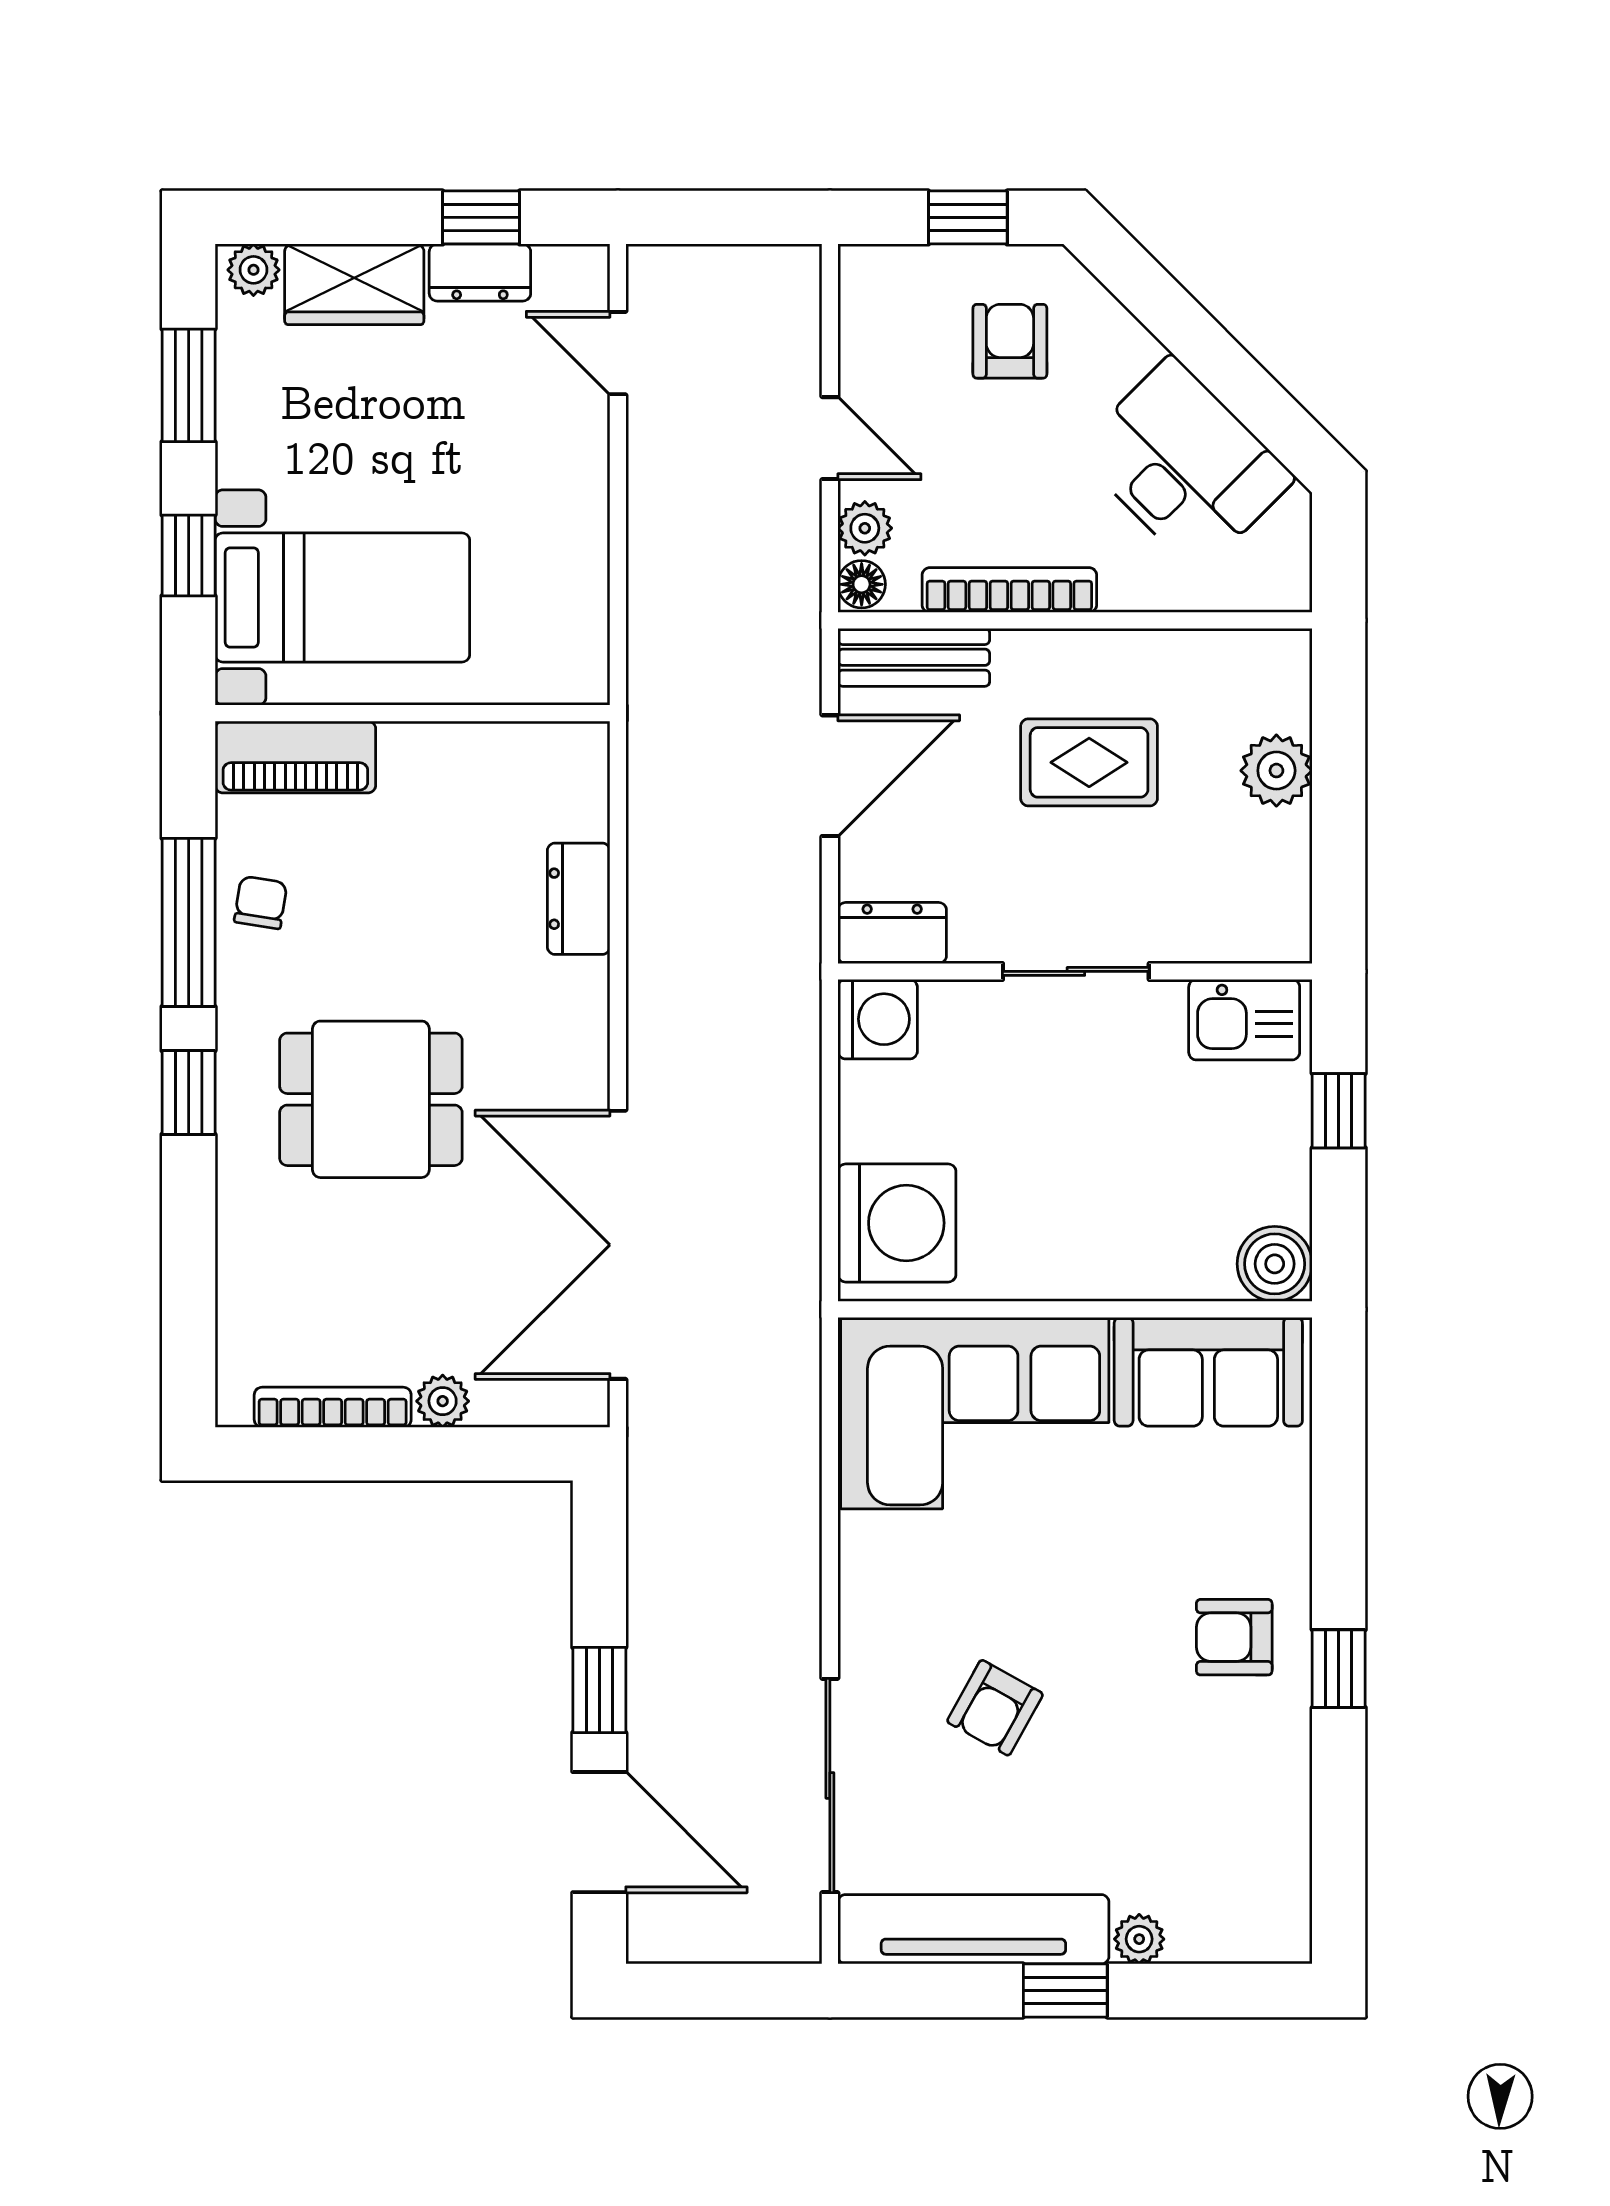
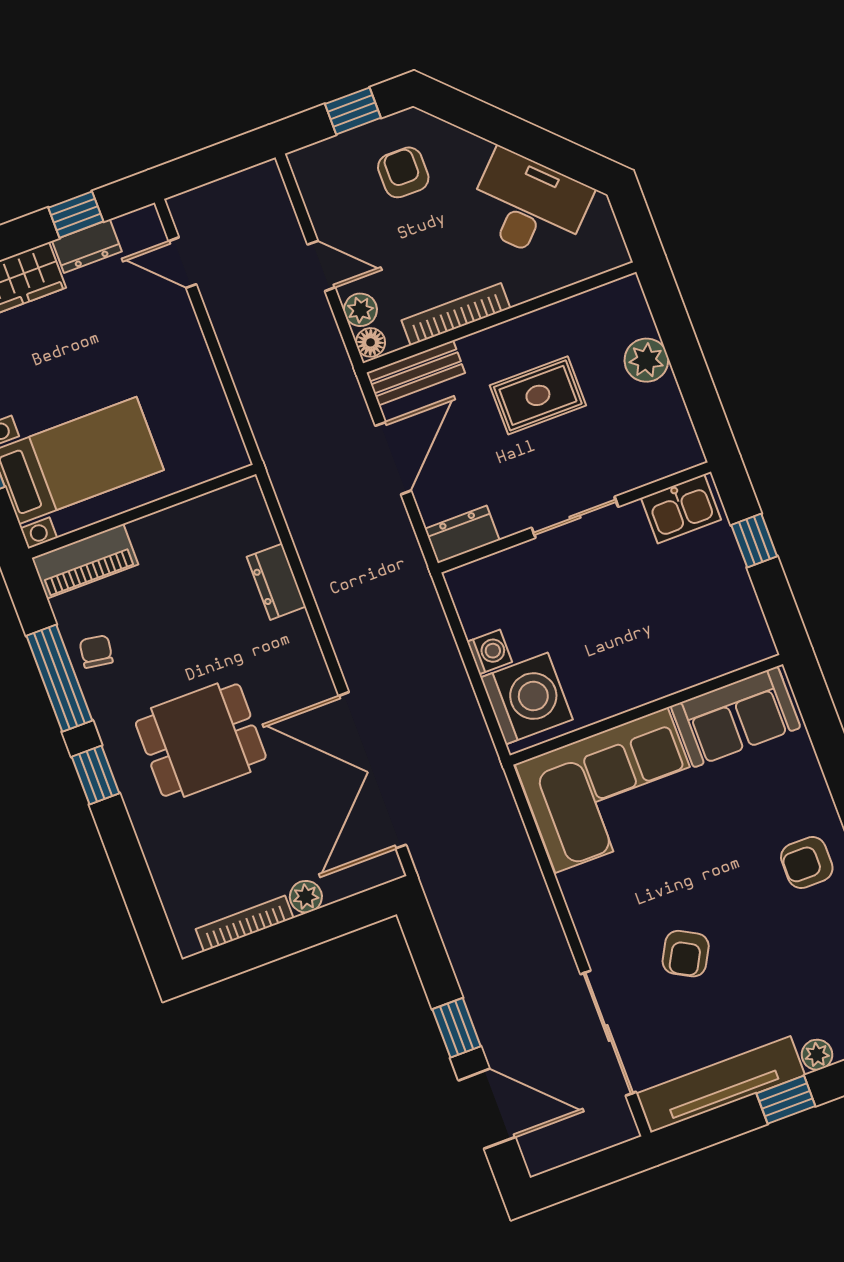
washing machine: (878, 1019) -> (490, 652), moved, width x0.73, depth x0.73
boiler: (1275, 1264) -> (750, 641), removed

